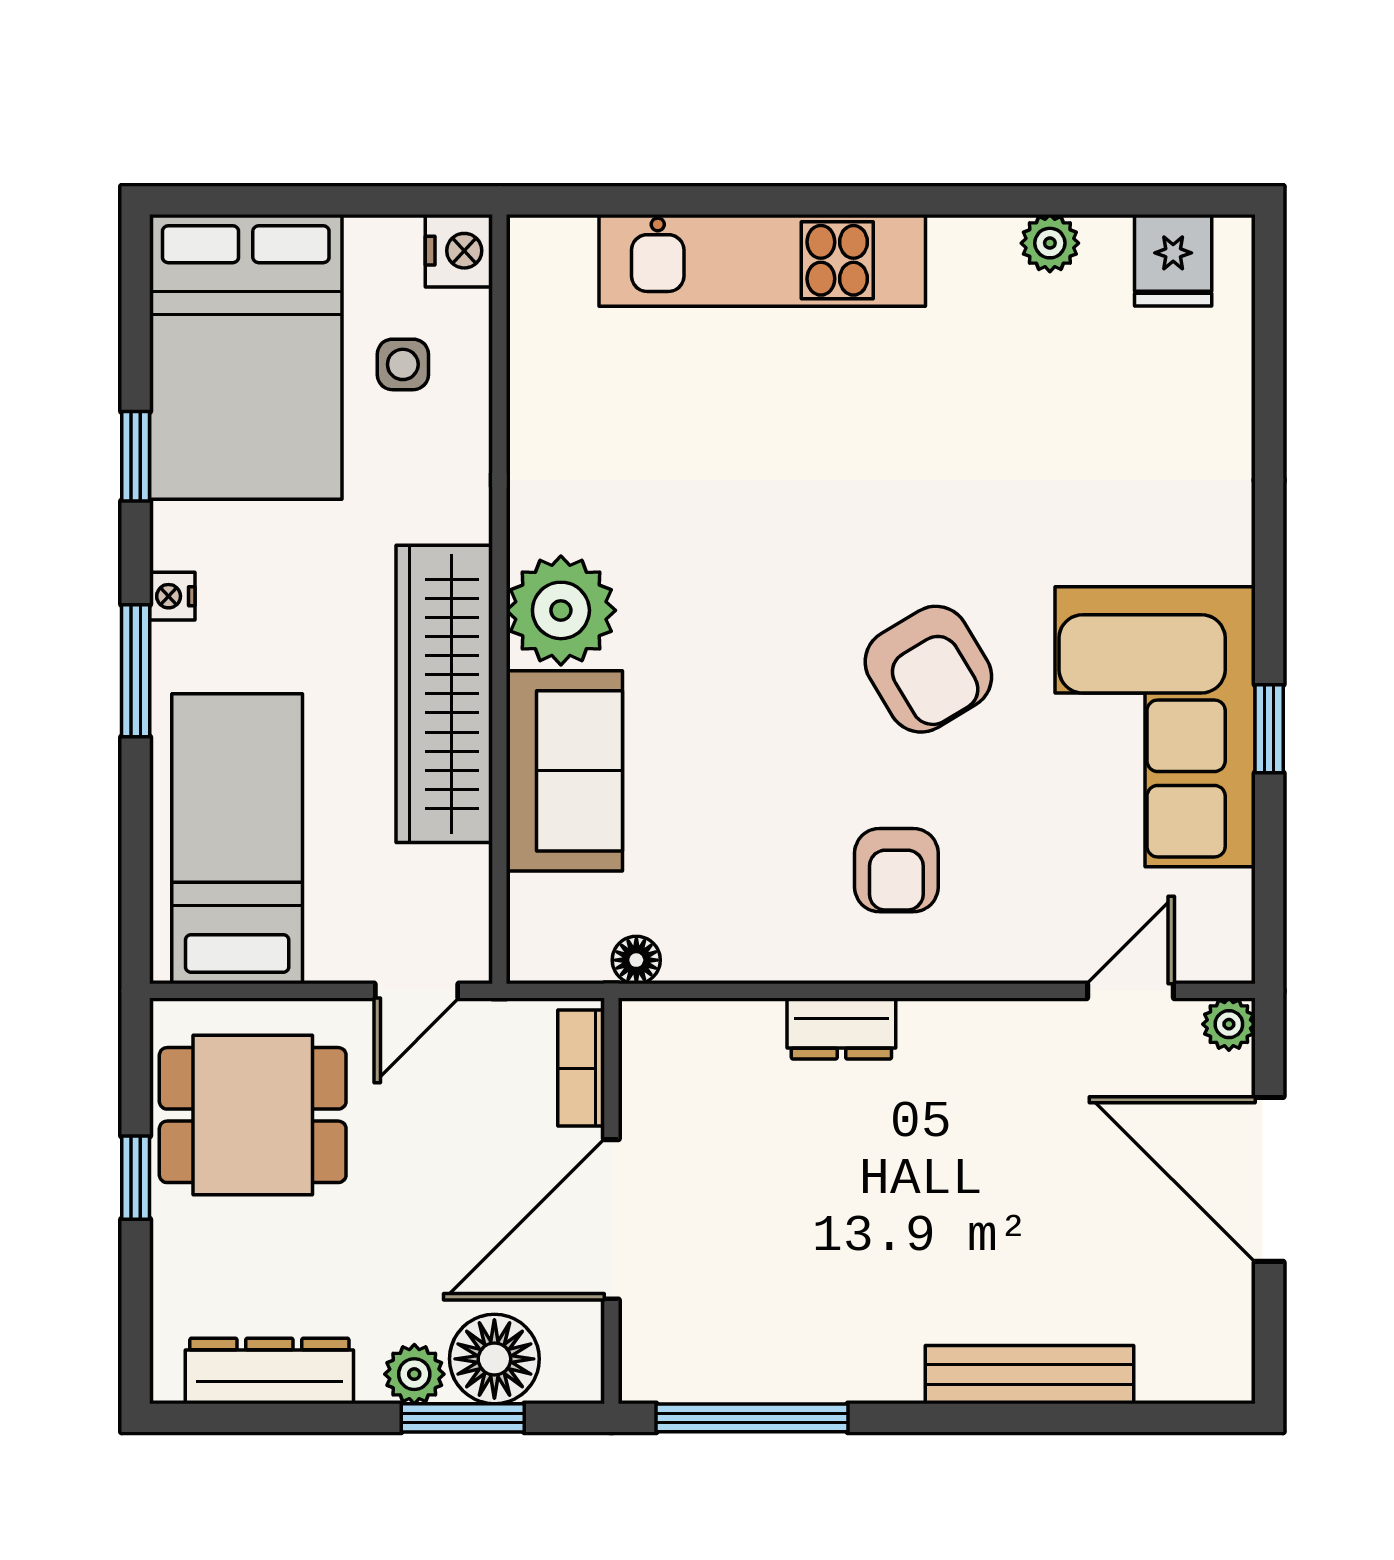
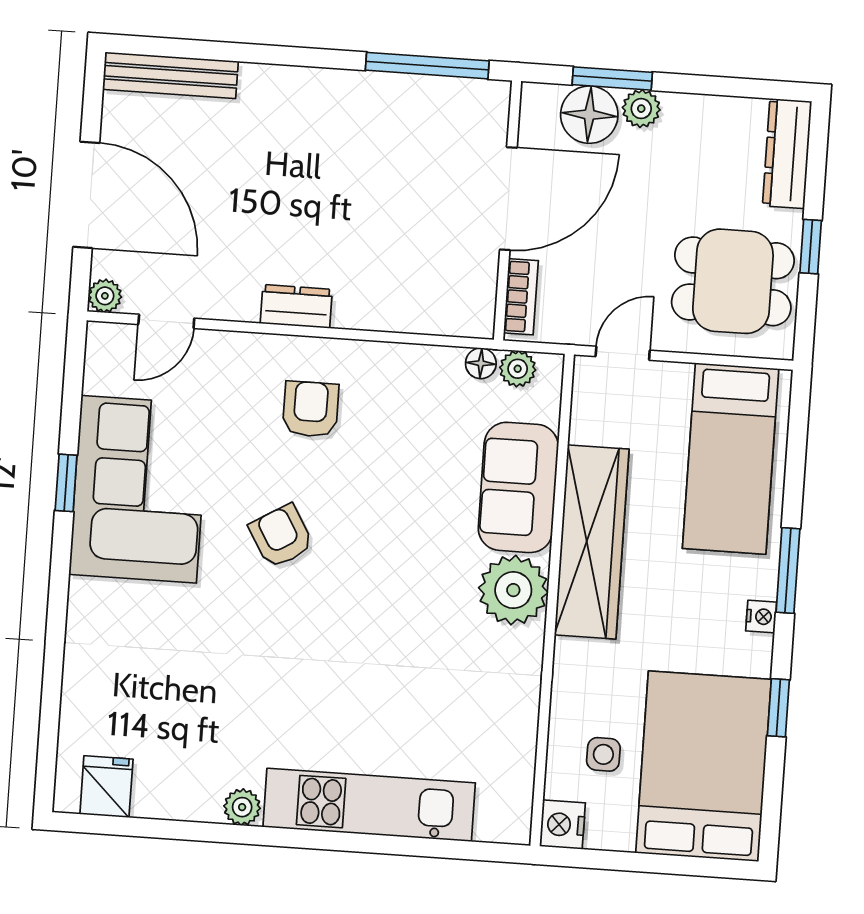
plant: (1050, 243) -> (242, 807), moved
armchair: (928, 669) -> (281, 536), width x0.72, depth x0.72
plant: (578, 956) -> (518, 369), added
dresser: (841, 1029) -> (296, 306), moved
dresser: (269, 1371) -> (787, 154), moved, turned 90
bench: (1029, 1375) -> (170, 75), moved

